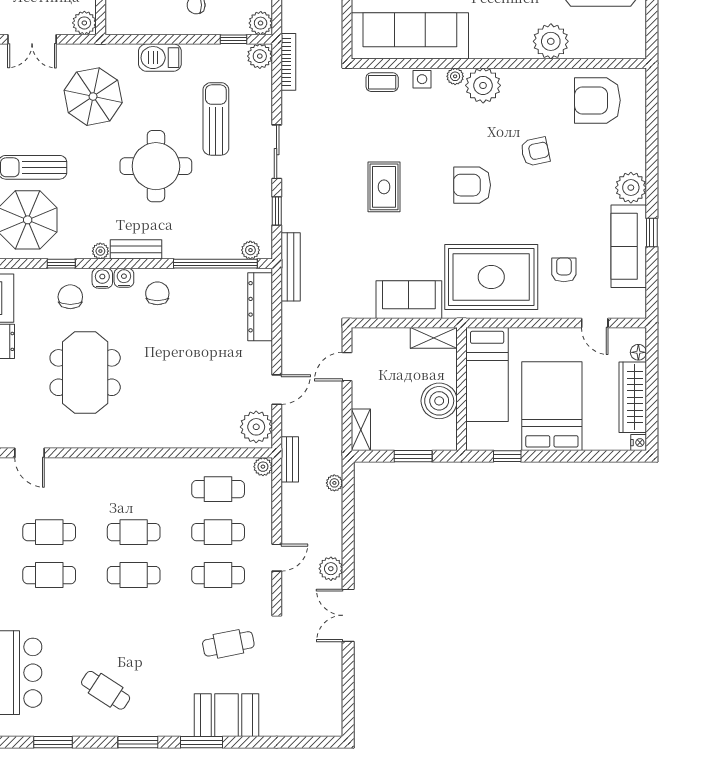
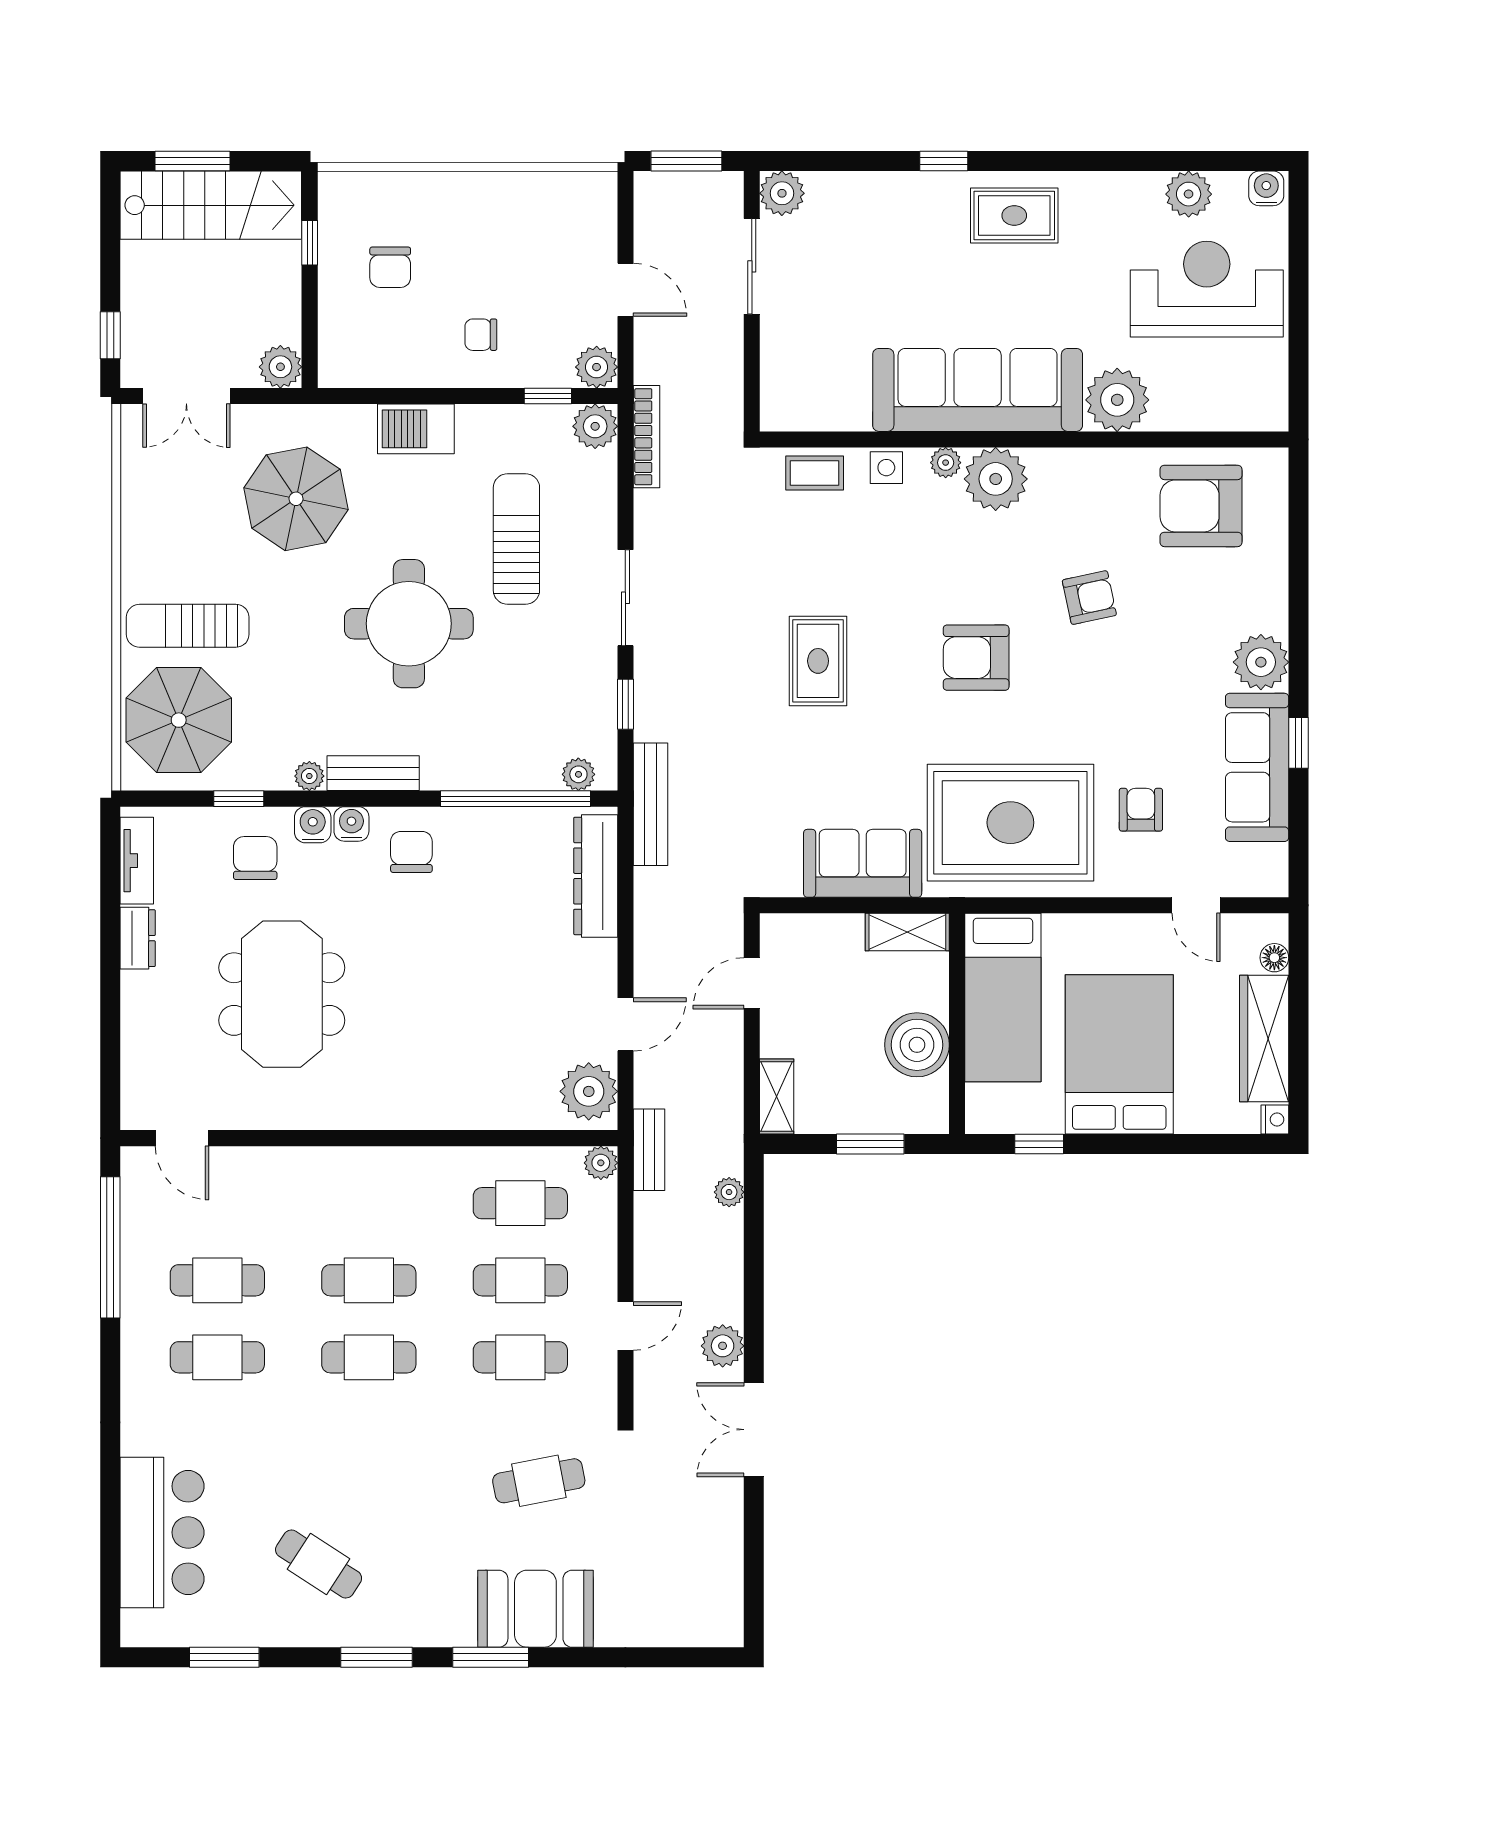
sofa: (410, 36) -> (978, 390), moved

